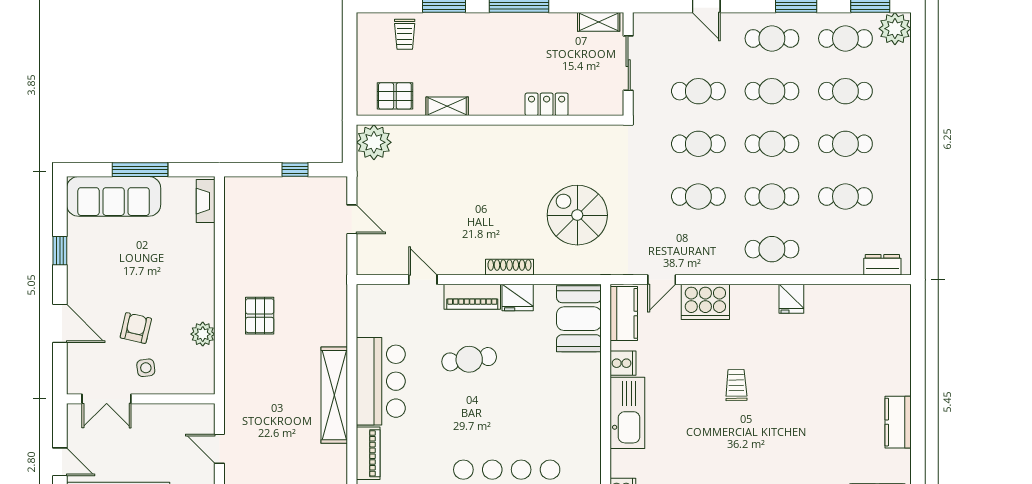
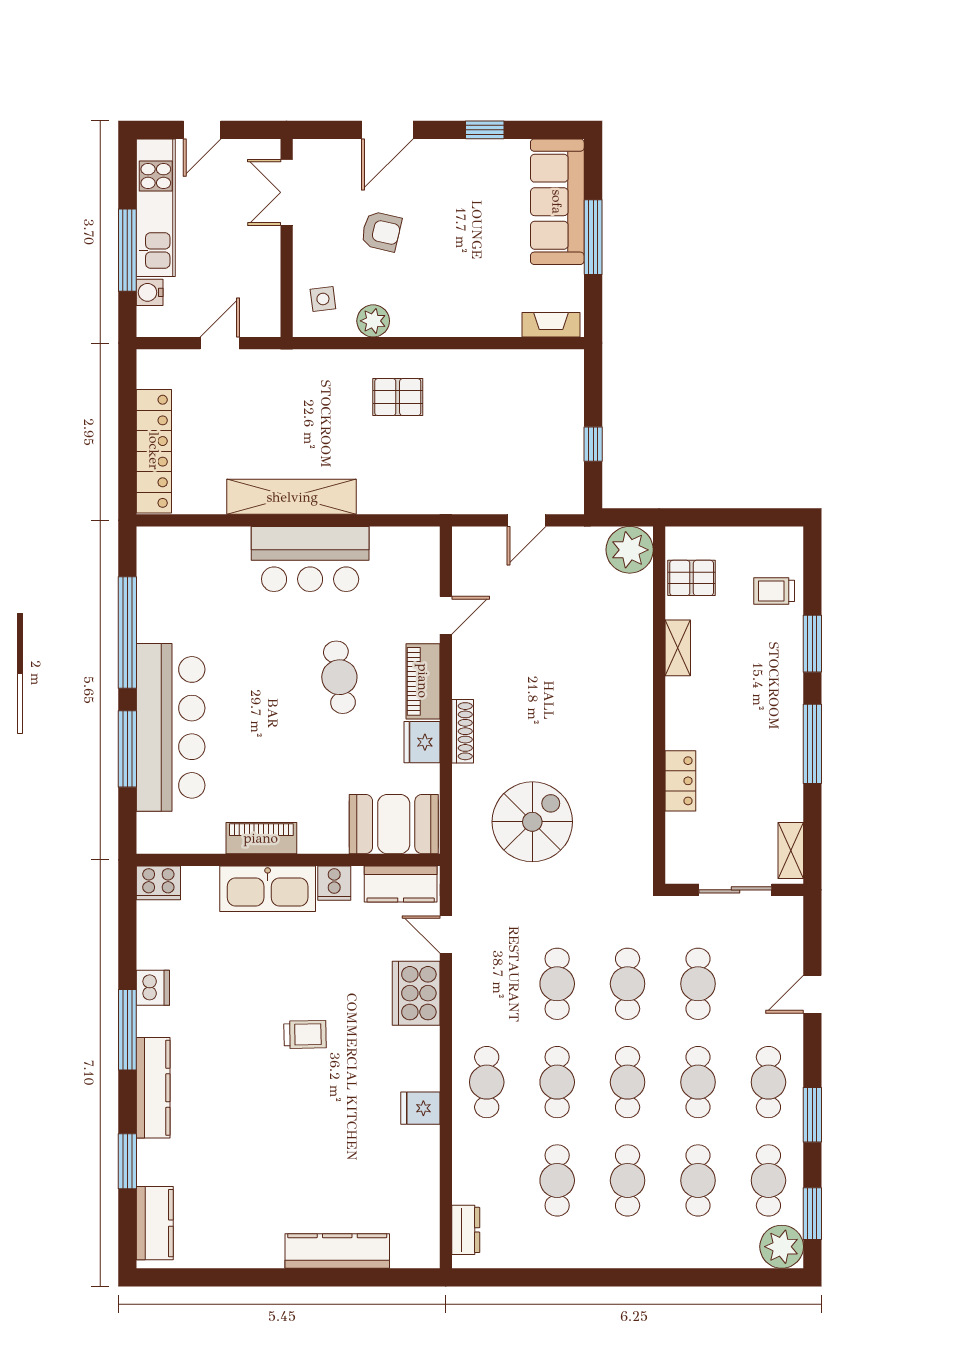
pallet: (395, 96) -> (692, 578), turned 90
side table: (146, 368) -> (323, 299), moved
kitchen counter: (898, 422) -> (337, 1251), moved, width x1.50
piano: (368, 453) -> (261, 838), moved, turned 180

